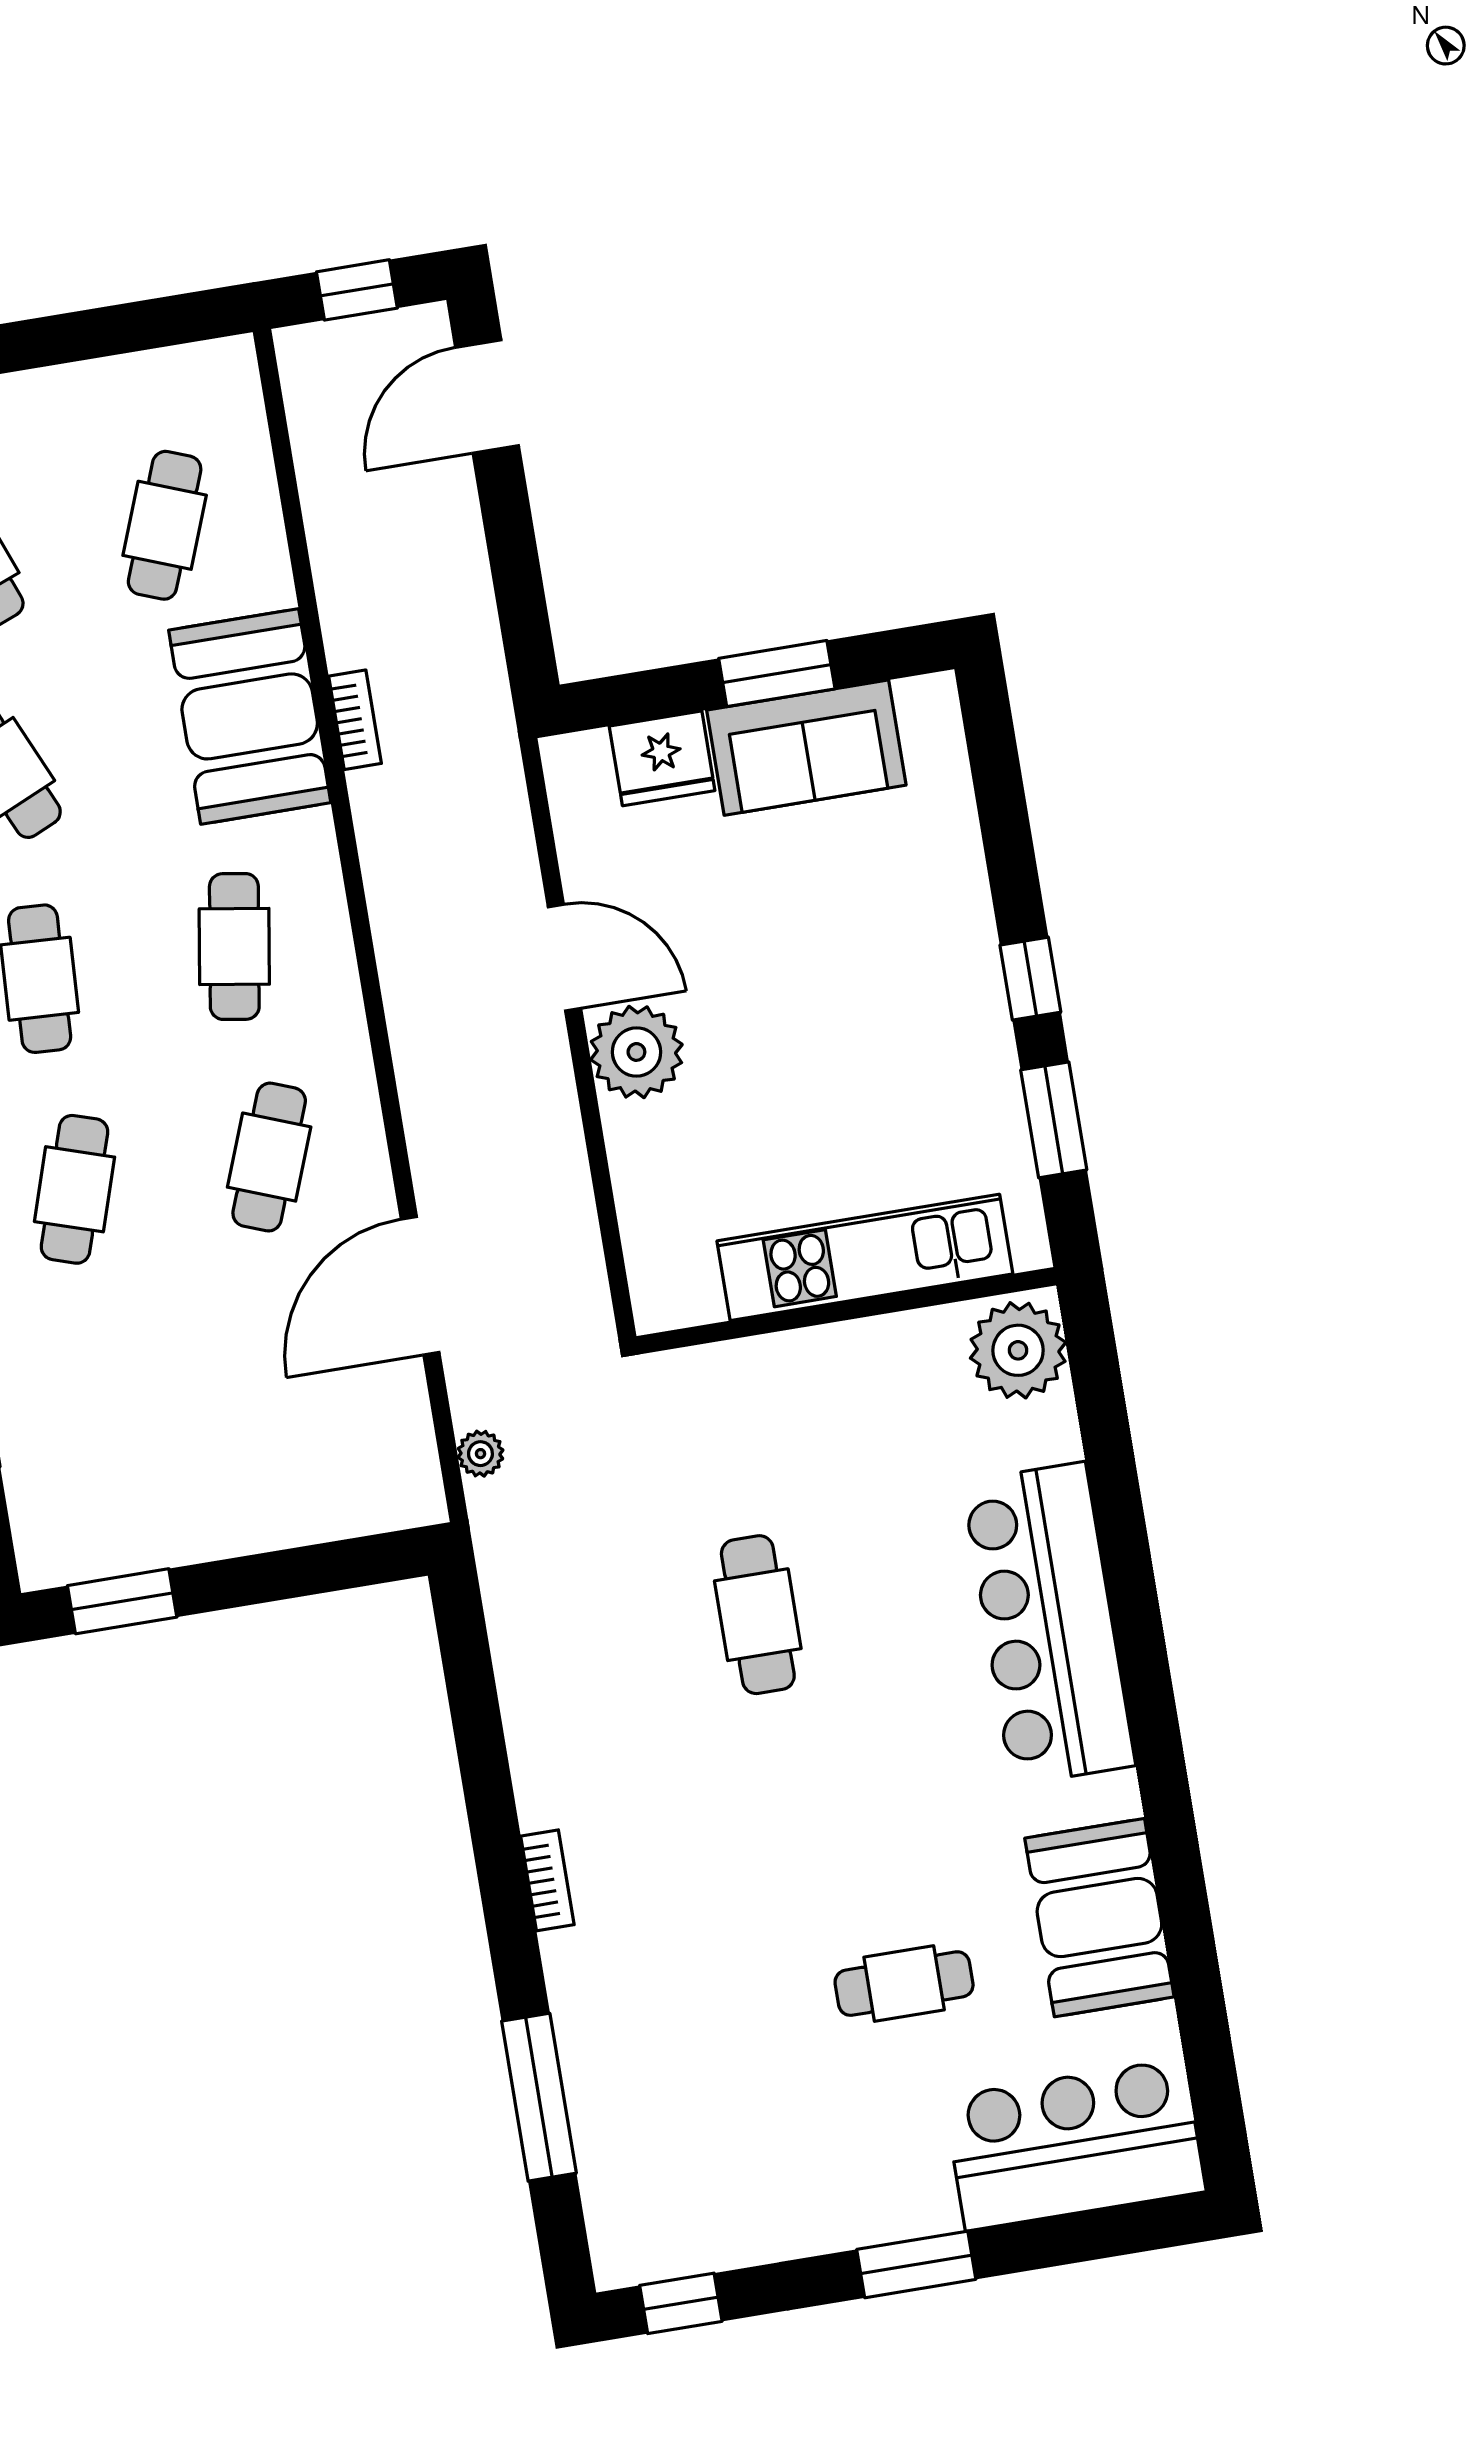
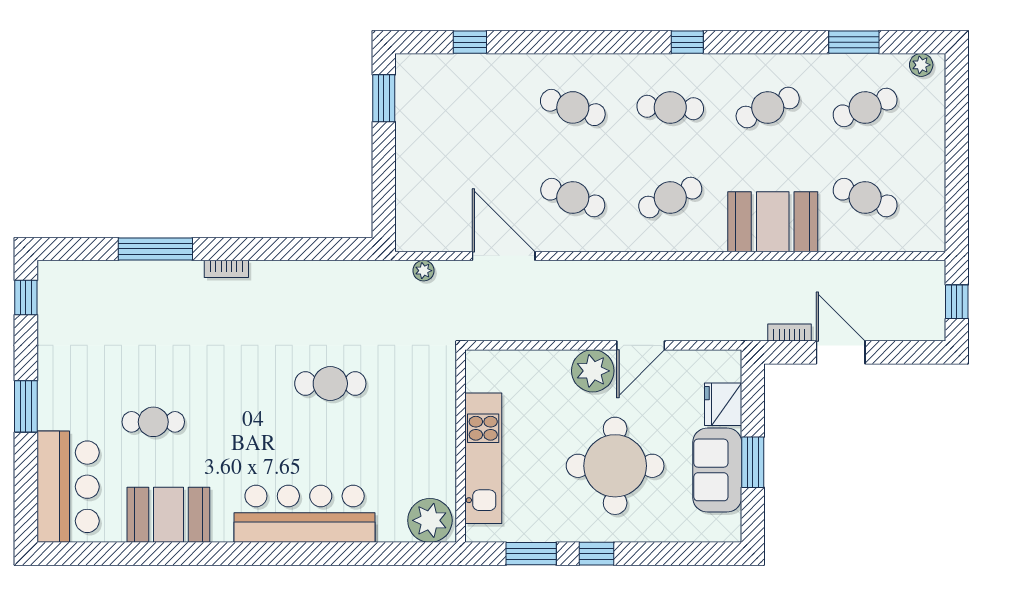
door: (487, 396) -> (841, 352), moved
bookcase: (355, 720) -> (789, 333), moved, turned 180
cafe table: (234, 946) -> (670, 198), turned -33
round table: (834, 970) -> (615, 466), added
cafe table: (904, 1984) -> (153, 422), turned 90
window: (539, 2097) -> (155, 249), moved

